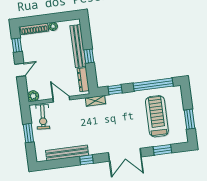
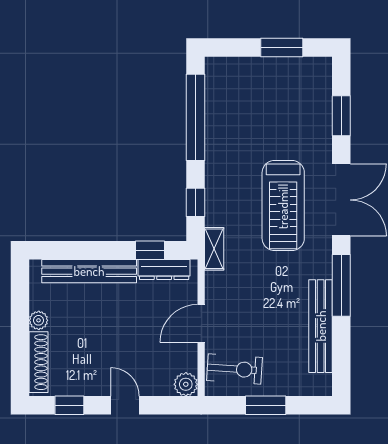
window: (89, 56) -> (150, 250), moved
treadmill: (157, 116) -> (283, 206), moved, turned -90
window: (87, 160) -> (341, 285), width x2.17

